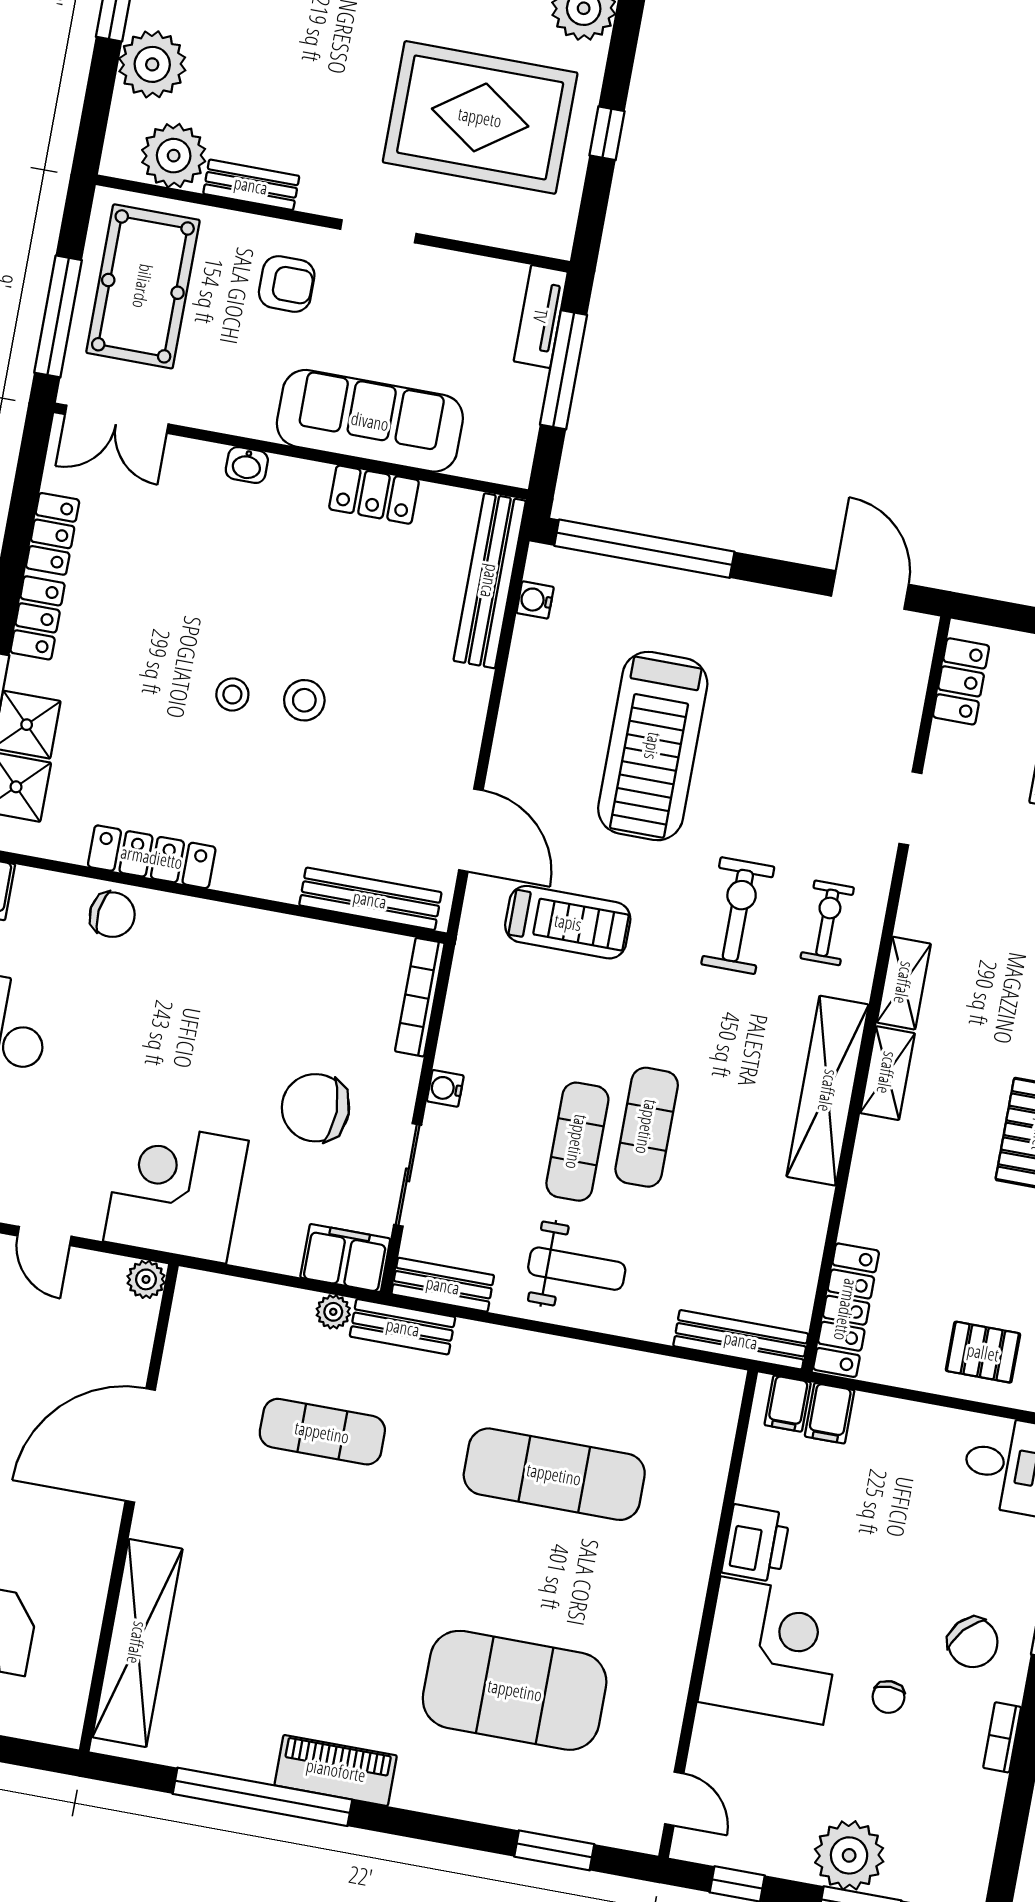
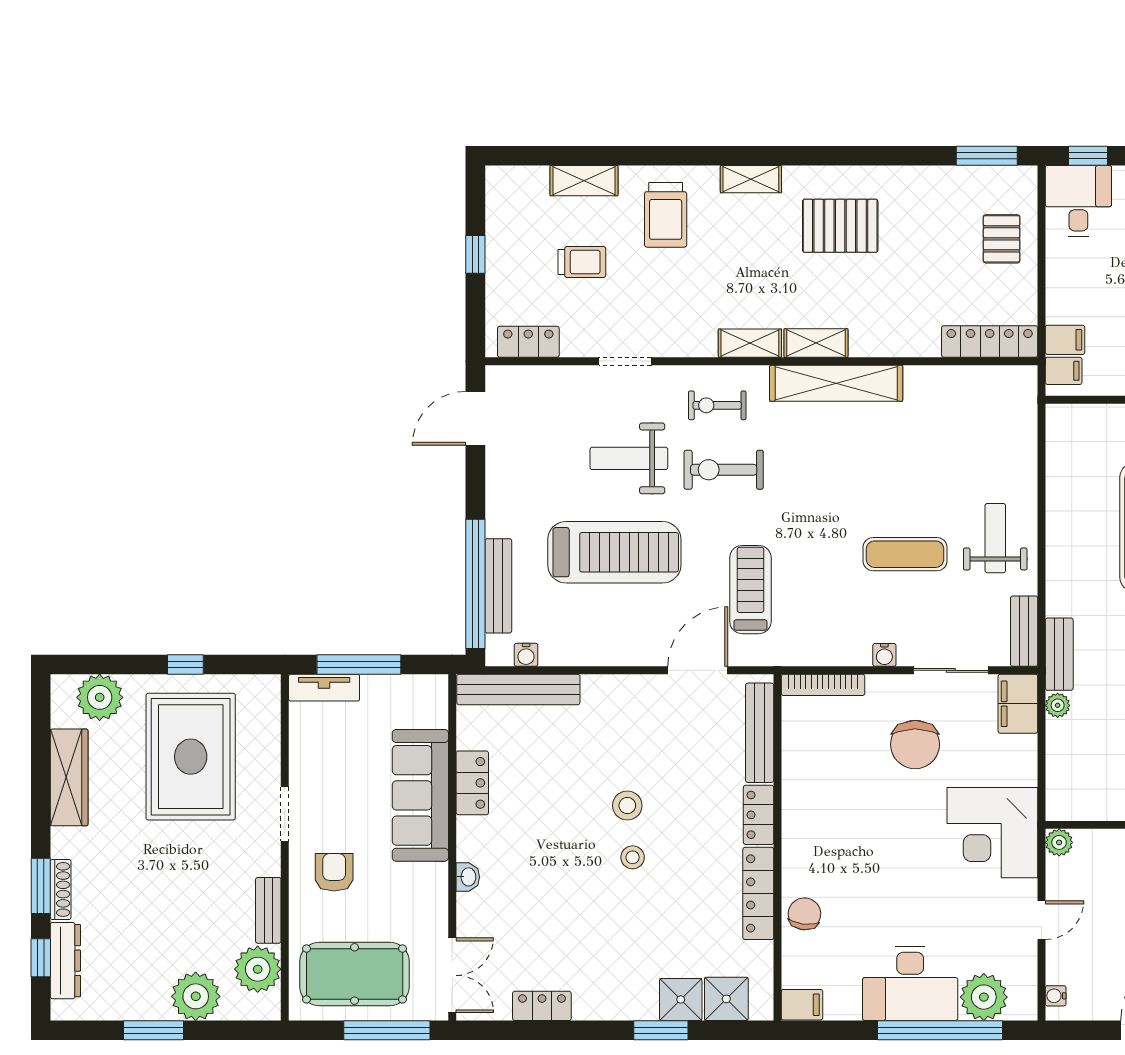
locker: (38, 618) -> (759, 815), moved, turned -90
weight bench: (777, 789) -> (629, 458), added
exercise mat: (647, 1127) -> (886, 507), removed
bench: (741, 1340) -> (498, 586), moved

